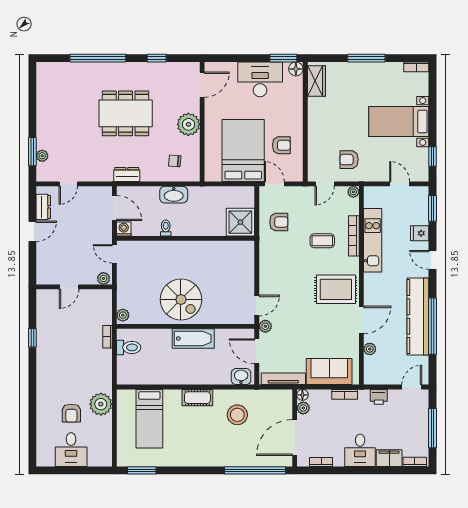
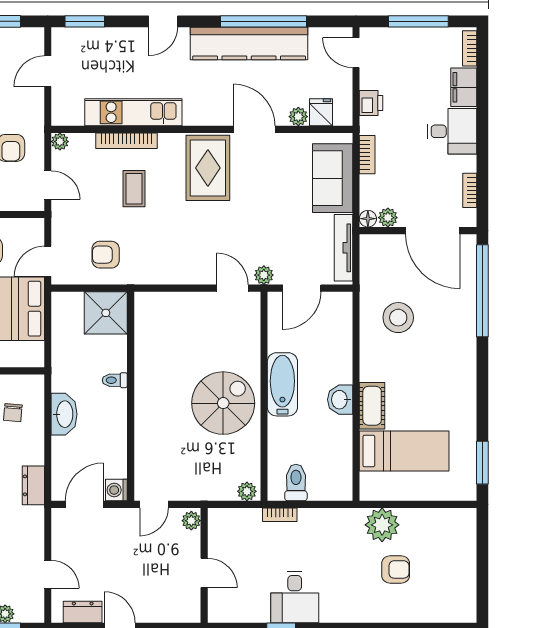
armchair: (279, 222) -> (106, 255), turned -90
toilet: (166, 228) -> (115, 380), moved
fridge: (420, 233) -> (321, 112), moved, turned 180
washbasin: (241, 377) -> (340, 400), moved
cot: (197, 398) -> (372, 406), moved
desk: (71, 450) -> (295, 597), moved, turned 90

